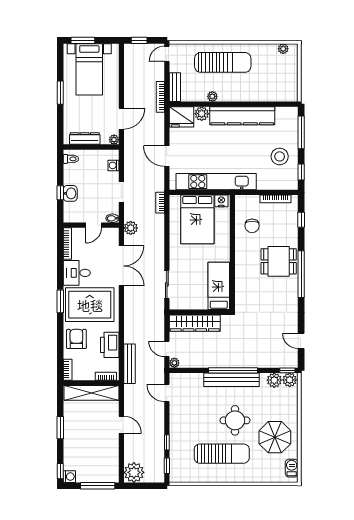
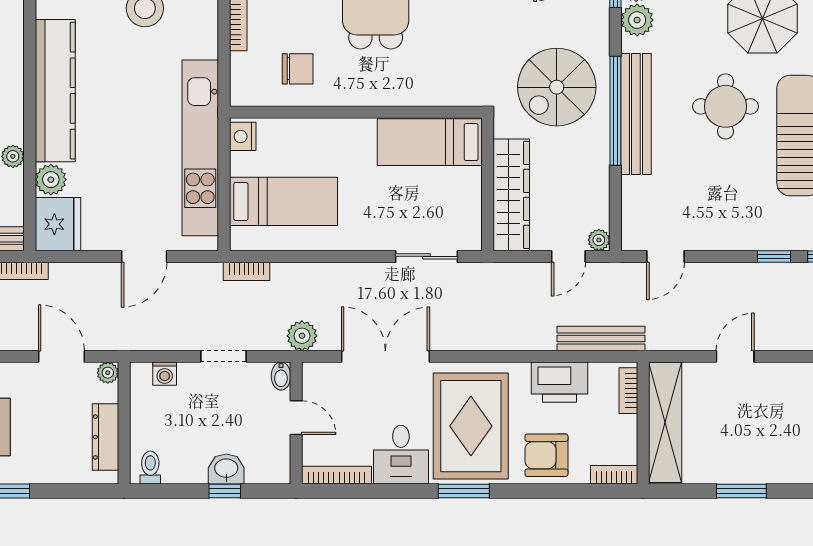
bed: (197, 219) -> (283, 201), width x0.67
spiral stairs: (244, 344) -> (557, 87), added

